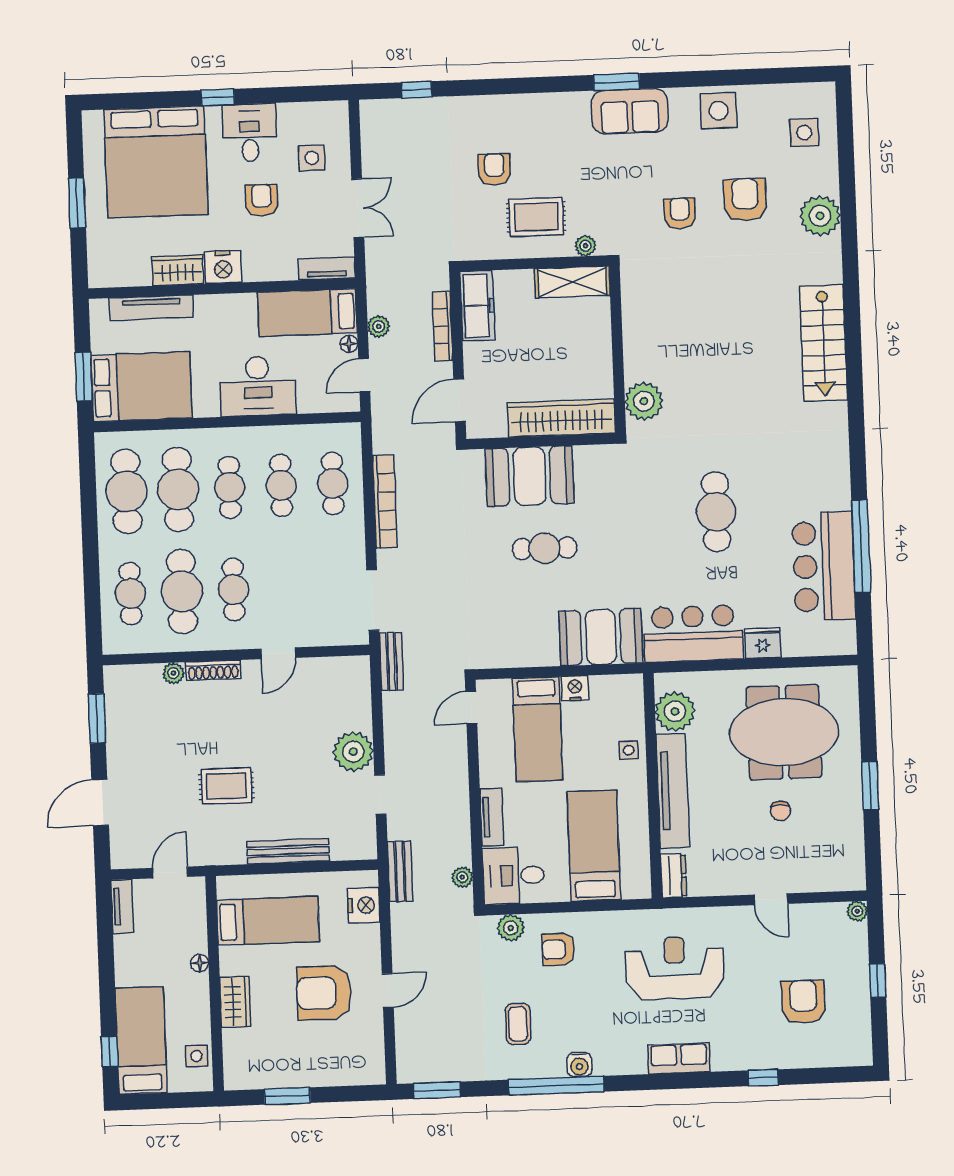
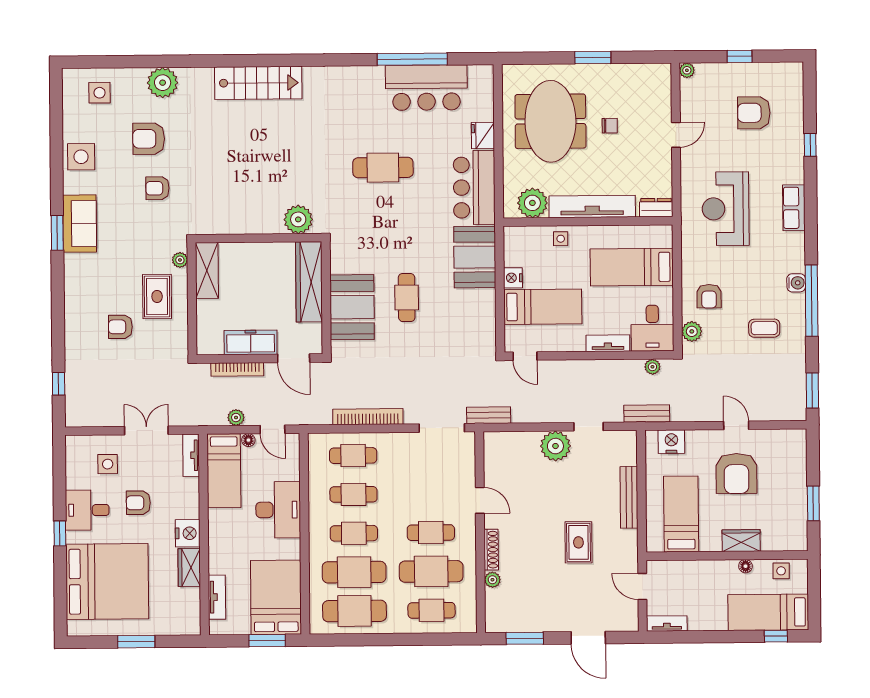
freezer: (477, 306) -> (251, 342), moved
tv unit: (151, 308) -> (217, 597), width x0.71
floor lamp: (200, 963) -> (745, 566), moved

